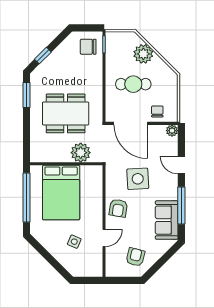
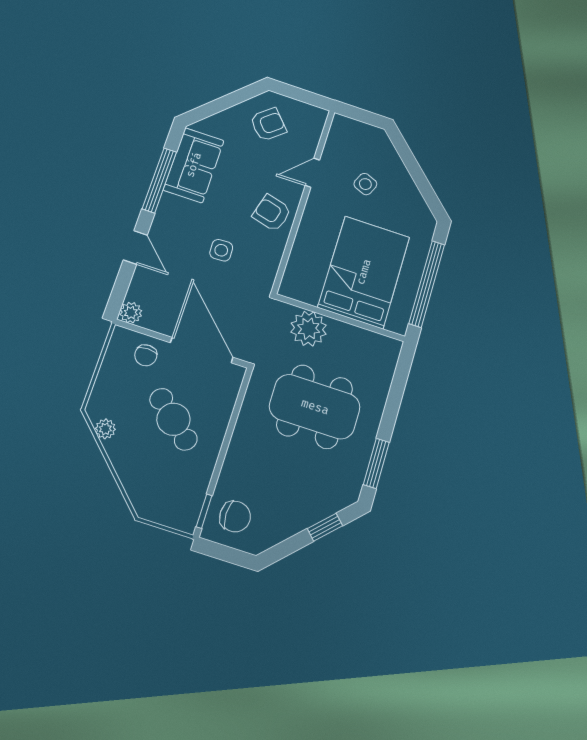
plant: (143, 54) -> (105, 429), moved, width x0.53, depth x0.53
cafe table: (133, 84) -> (173, 419), turned 41
side table: (138, 179) -> (221, 250), width x0.54, depth x0.54
armchair: (118, 208) -> (272, 213), turned -84
armchair: (135, 257) -> (268, 124), turned -145

